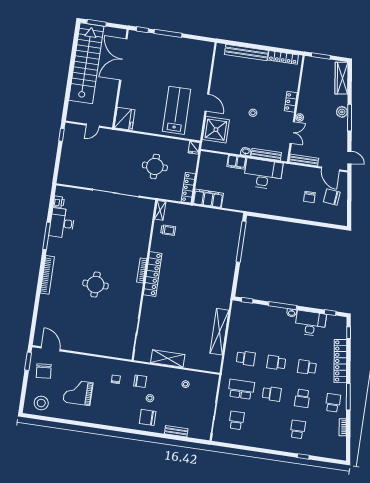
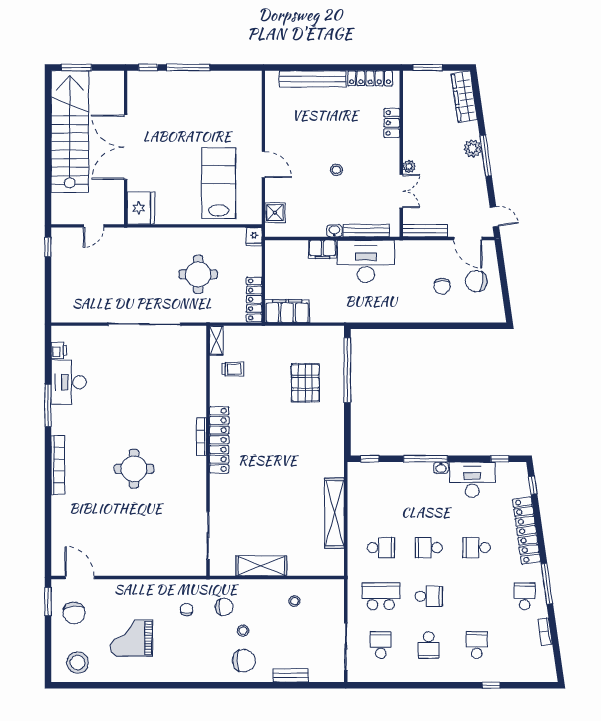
double door: (123, 60) -> (126, 147), moved
locker: (291, 102) -> (392, 123), moved
shower: (216, 130) -> (275, 213), width x0.54, depth x0.54
pallet: (213, 246) -> (305, 383), added
school desk: (302, 398) -> (429, 645), moved
chair: (148, 417) -> (244, 661), turned 180

